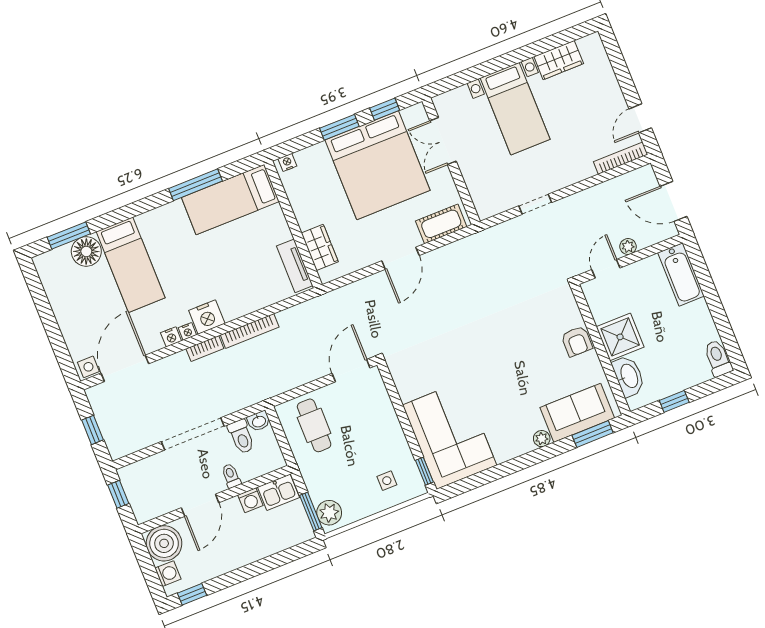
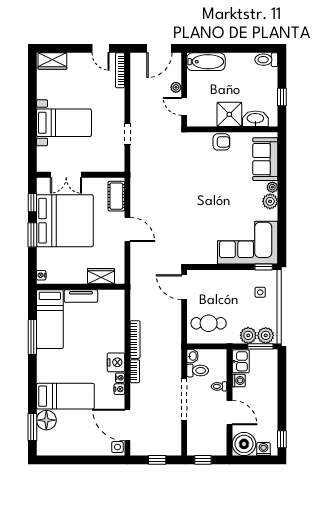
wardrobe: (559, 60) -> (52, 61), moved, turned 90
tv unit: (295, 266) -> (81, 296), moved
window: (593, 434) -> (282, 155), removed
plant: (520, 443) -> (270, 201), added
plant: (319, 488) -> (248, 335), added

